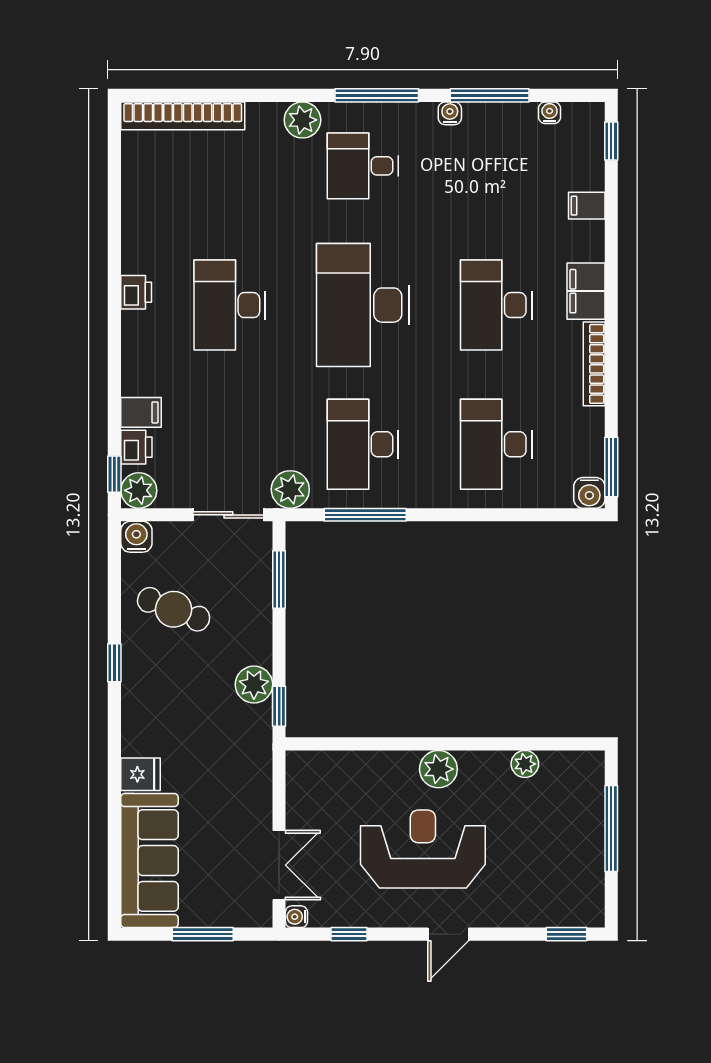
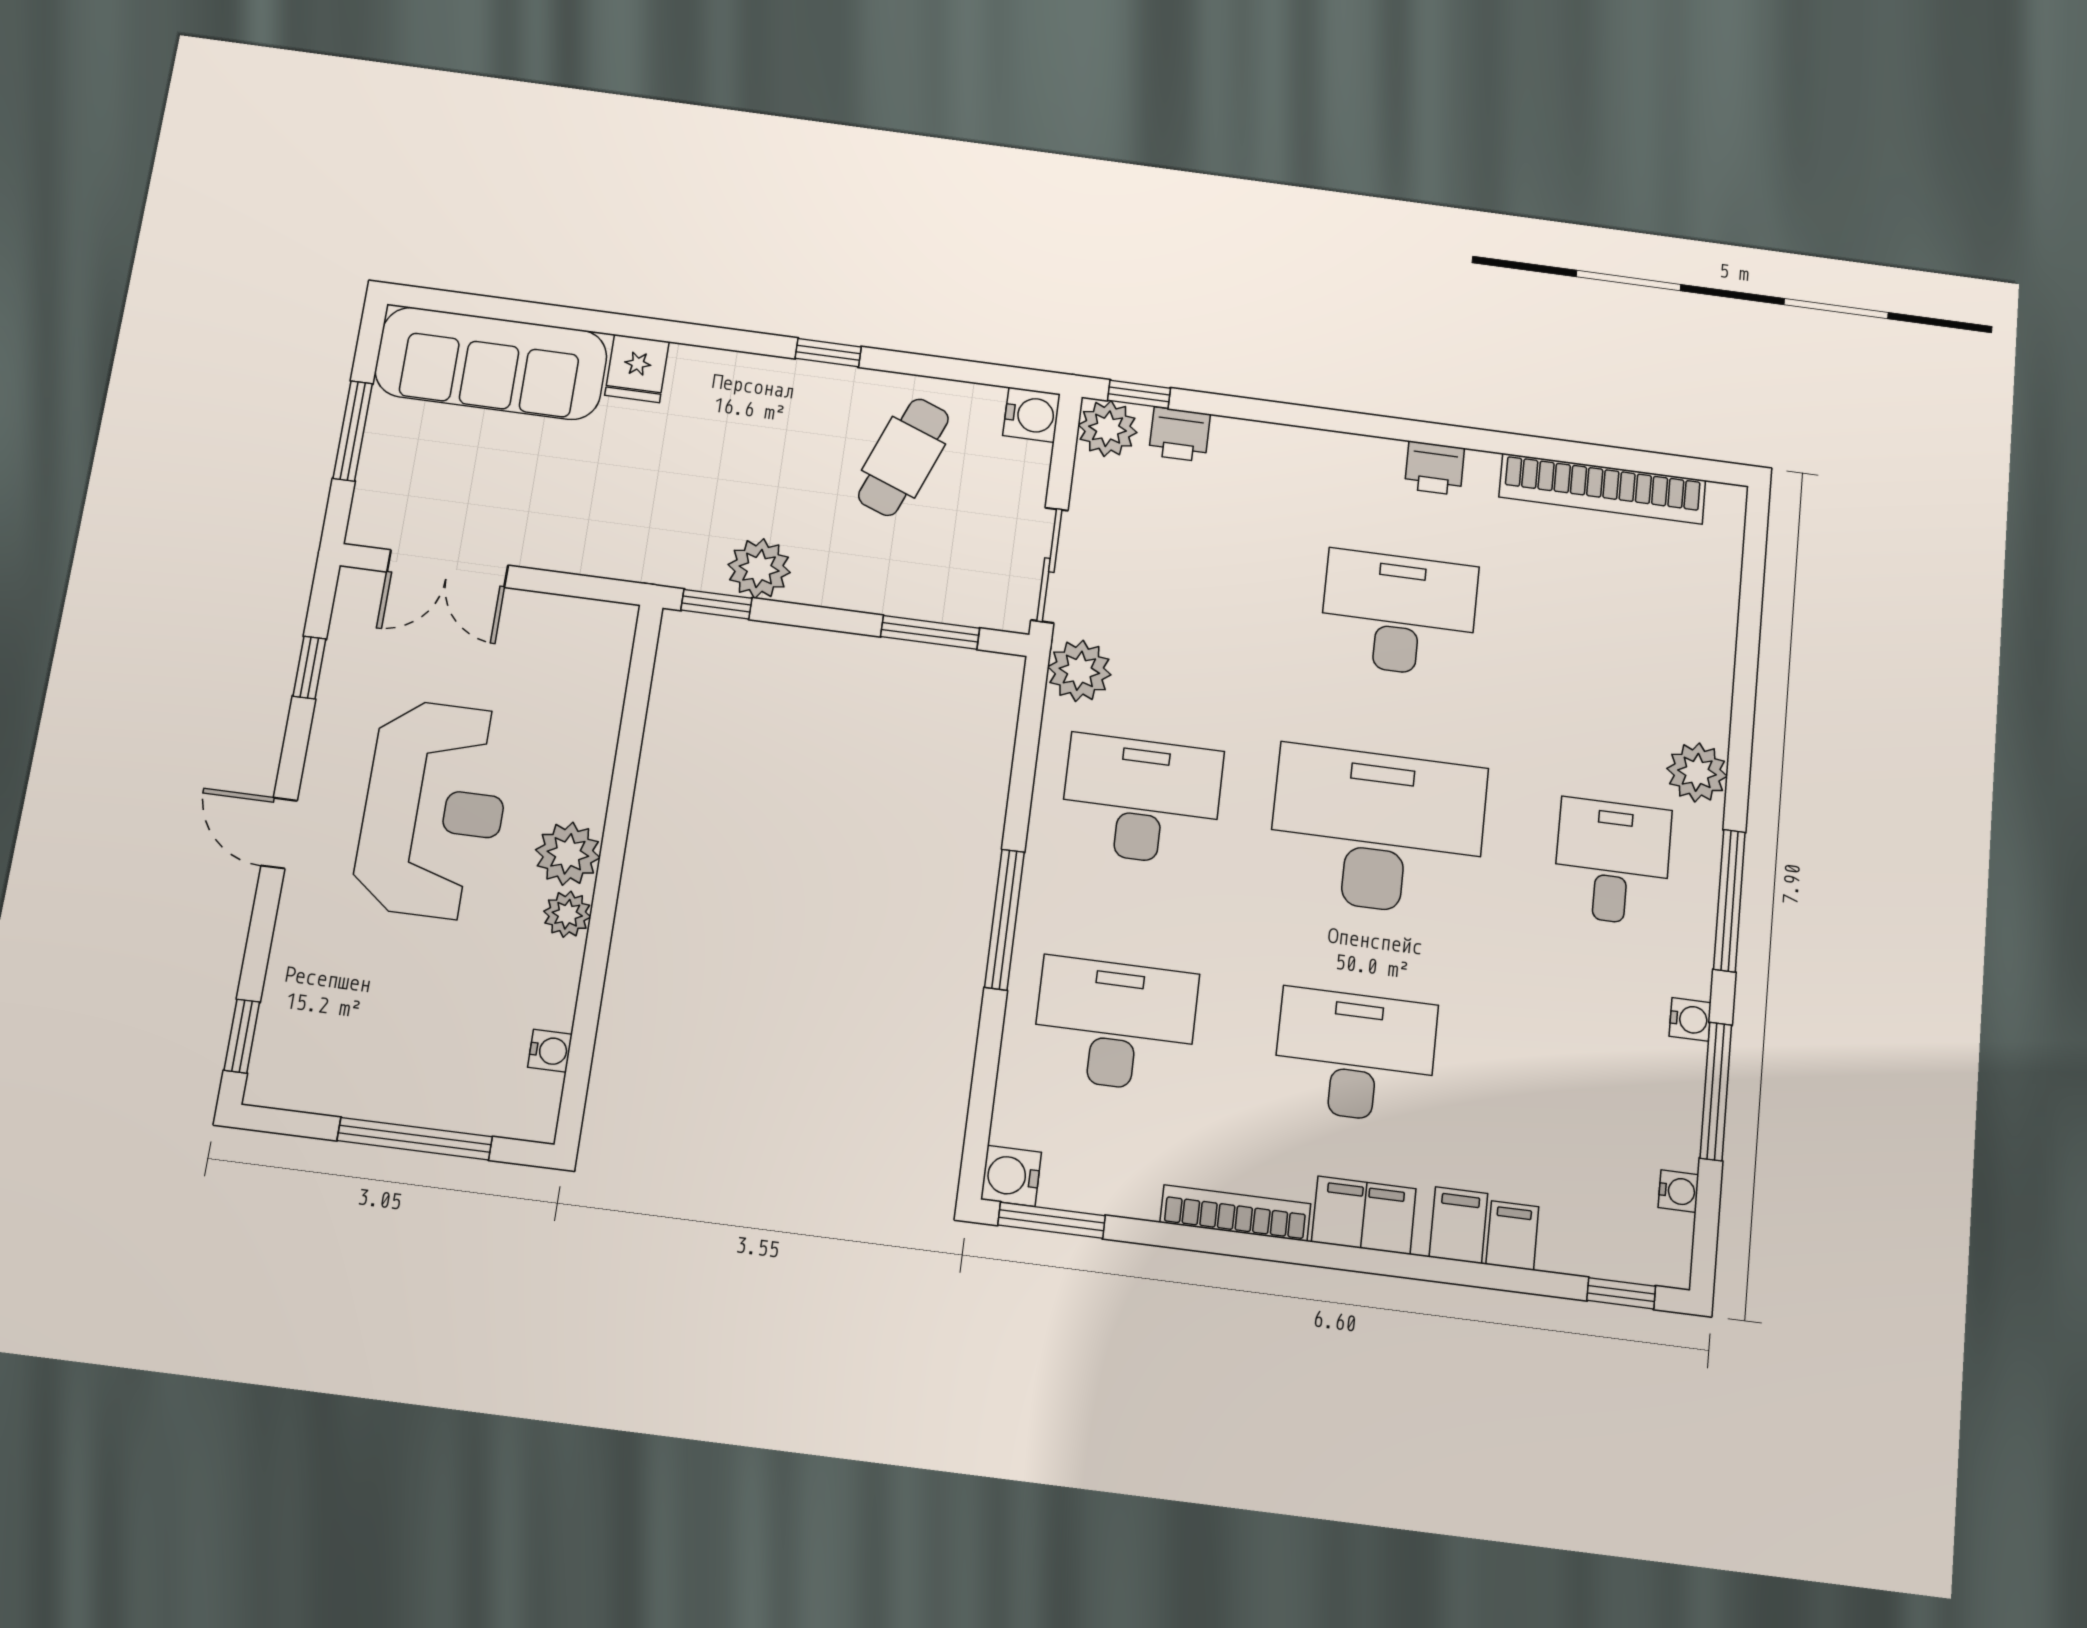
bookcase: (183, 116) -> (1602, 489), moved, turned -90
filing cabinet: (141, 412) -> (1458, 1225), moved, turned 180
window: (365, 515) -> (1005, 919), moved
plant: (525, 764) -> (567, 914), moved
water cooler: (296, 917) -> (550, 1051), moved, turned 90

